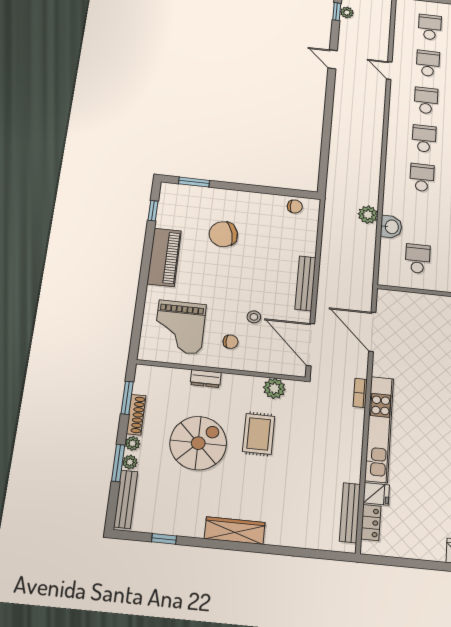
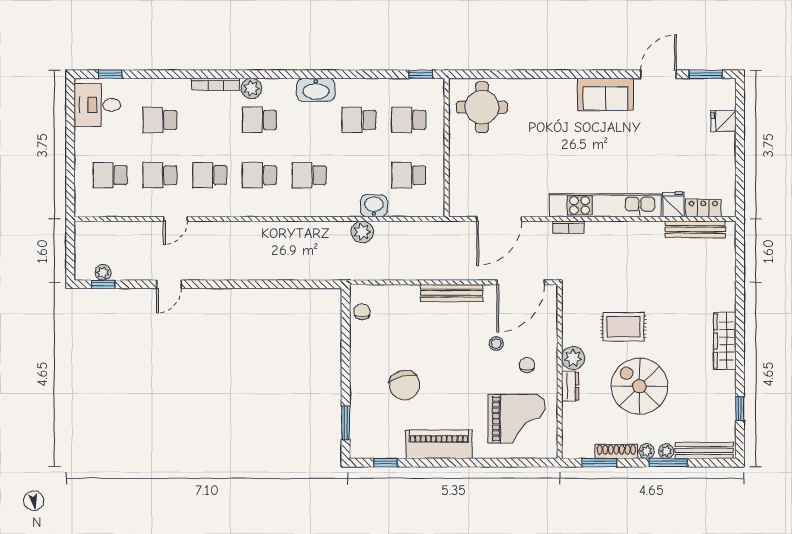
plant: (274, 388) -> (573, 358), moved

